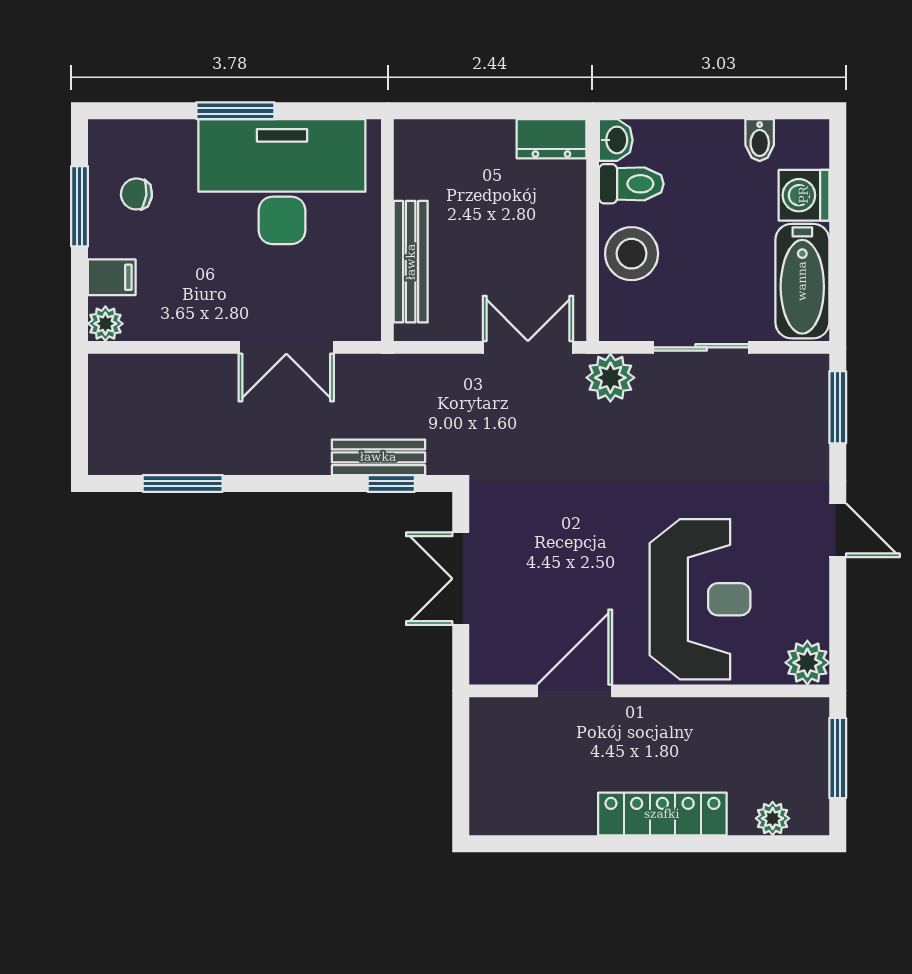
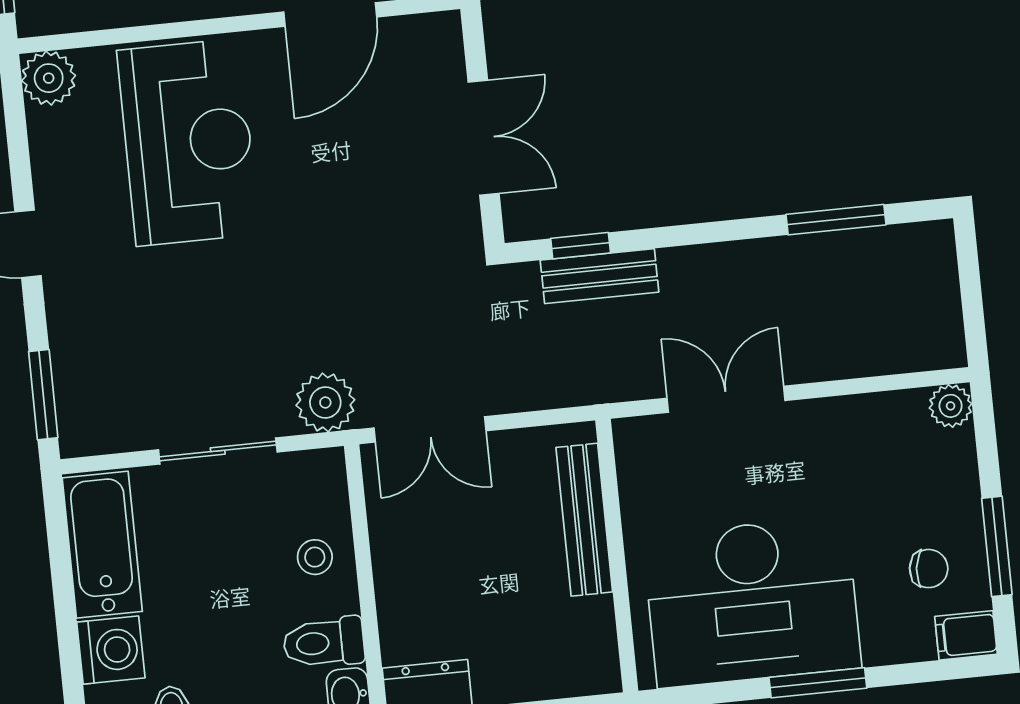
stool: (632, 254) -> (315, 557), width x0.53, depth x0.53
filing cabinet: (112, 277) -> (966, 635), moved
reception desk: (700, 599) -> (188, 142), turned 180

